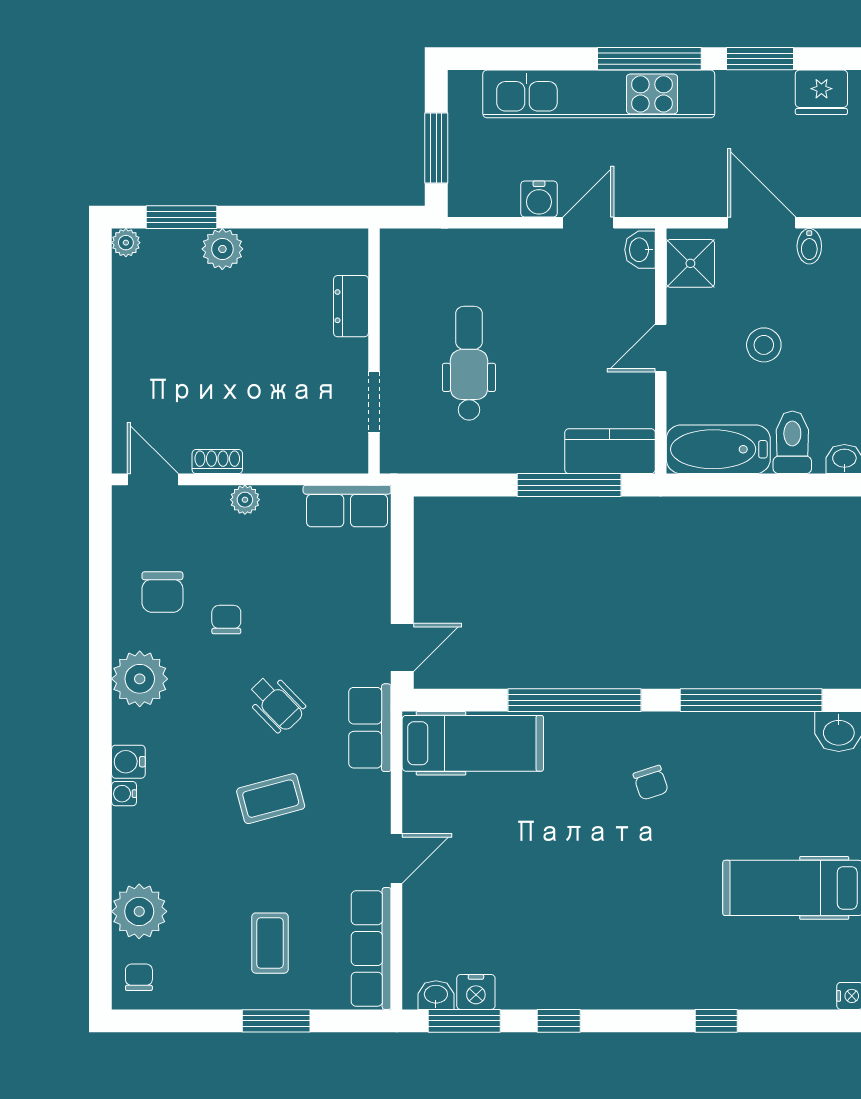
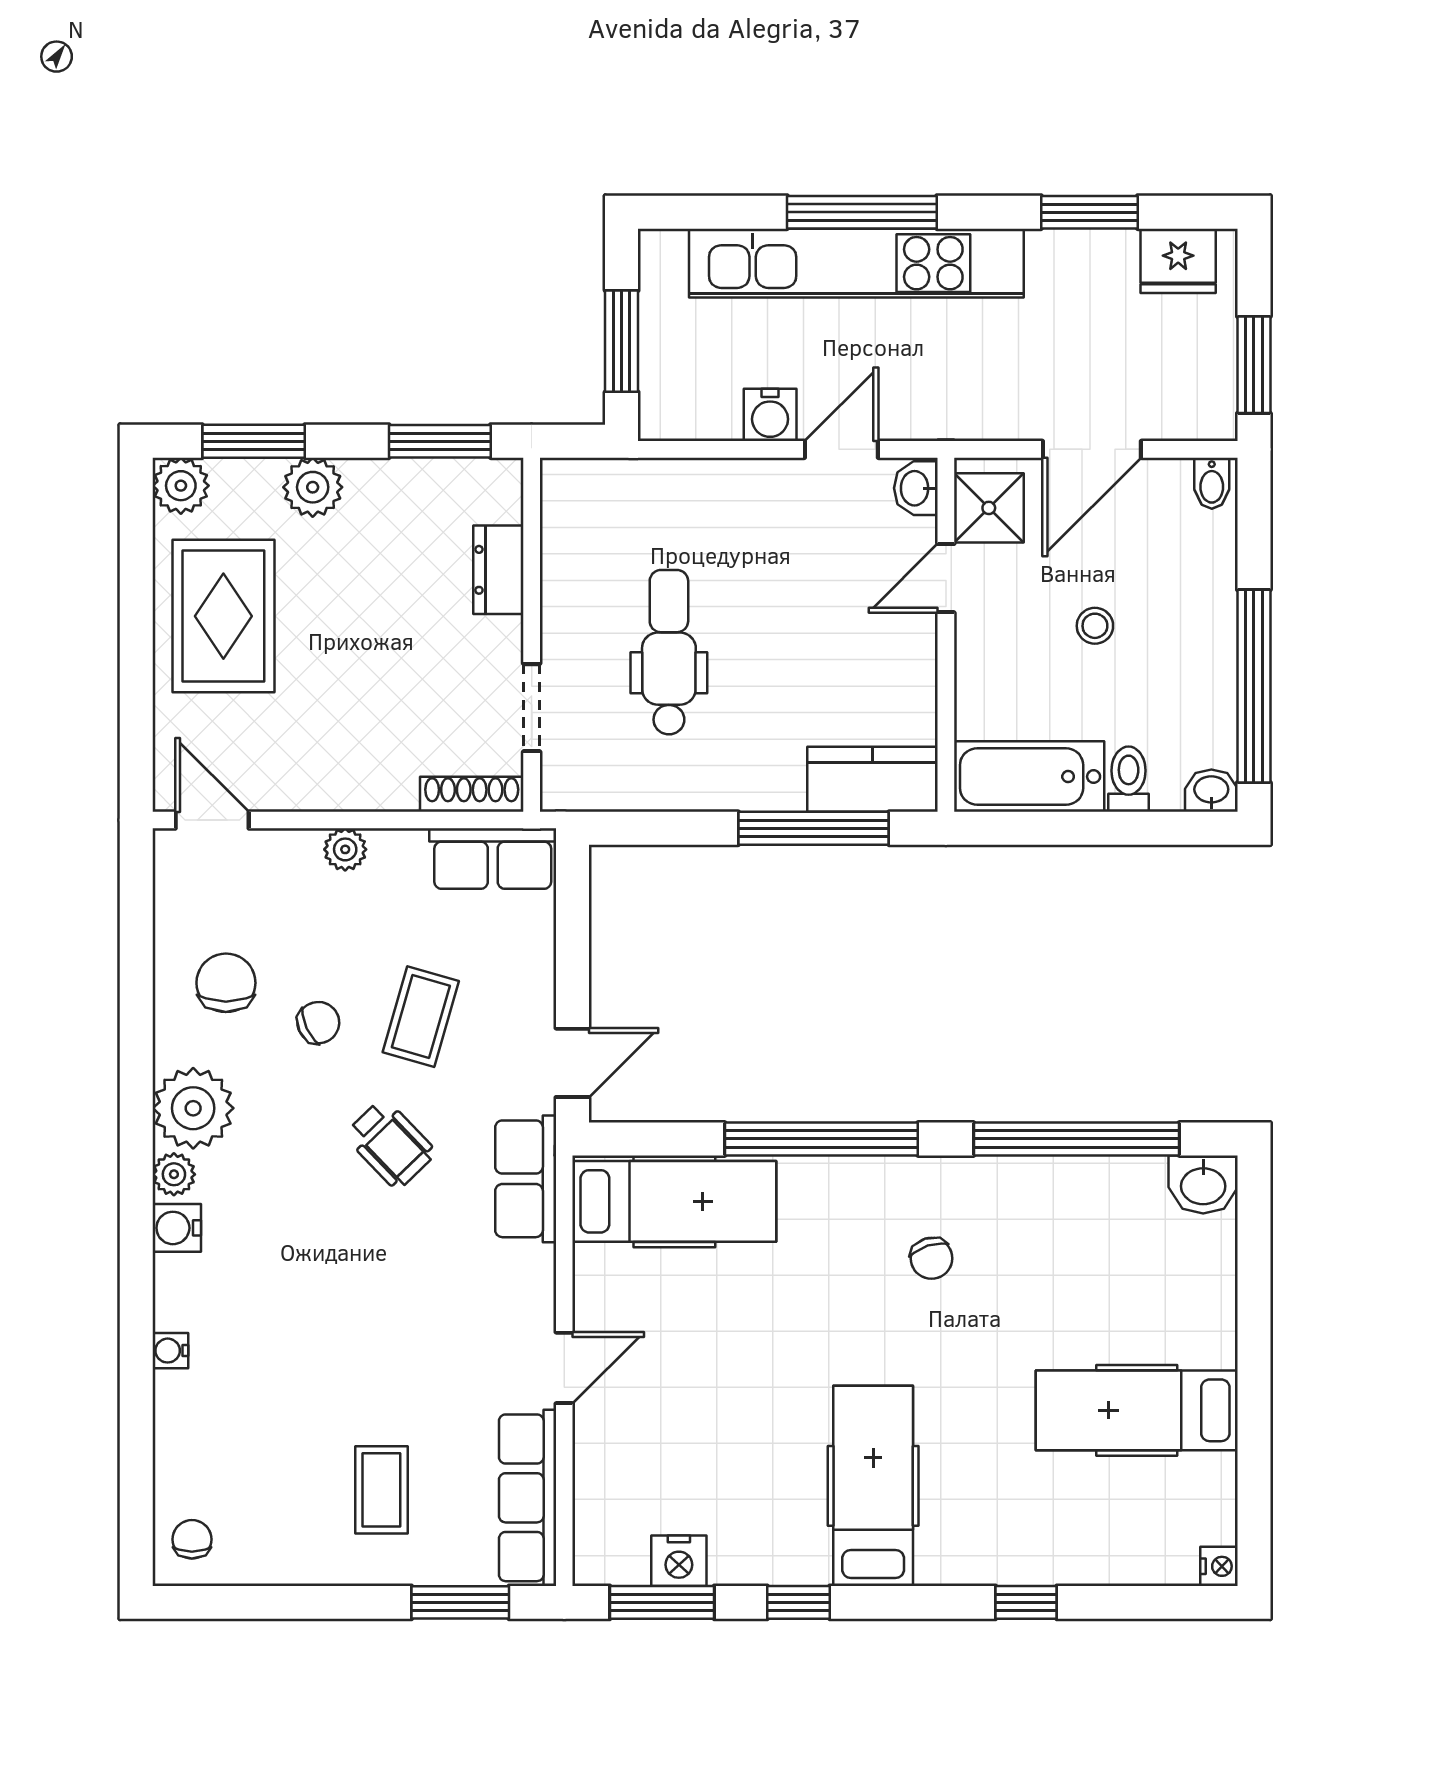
window: (649, 59) -> (862, 212), moved
window: (310, 217) -> (440, 441), added
door: (762, 223) -> (1092, 449), swing flipped
plant: (126, 243) -> (181, 486), width x1.38, depth x1.38
bidet: (809, 246) -> (1212, 483), moved
rug: (161, 338) -> (223, 616), added
stool: (764, 345) -> (1095, 626), width x0.73, depth x0.73
door: (661, 348) -> (946, 578), moved
toilet: (792, 442) -> (1129, 779), width x0.73, depth x0.72
shoe rack: (217, 462) -> (472, 794), moved, width x1.43
chair: (162, 592) -> (226, 983), turned 180
chair: (226, 620) -> (318, 1023), turned 65
water cooler: (124, 794) -> (170, 1351), moved
coffee table: (271, 799) -> (421, 1017), moved, turned -59
plant: (139, 911) -> (174, 1174), moved, width x0.53, depth x0.53
hospital bed: (610, 940) -> (873, 1486), added
washbasin: (436, 995) -> (621, 1565), removed
window: (276, 1021) -> (460, 1602), moved

